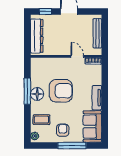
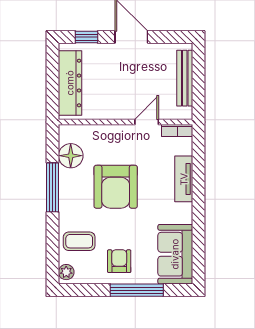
door: (77, 56) -> (147, 122), hinge flipped
armchair: (61, 91) -> (116, 187), turned 90
floor lamp: (37, 94) -> (71, 156), moved
tv unit: (97, 98) -> (184, 179), moved

